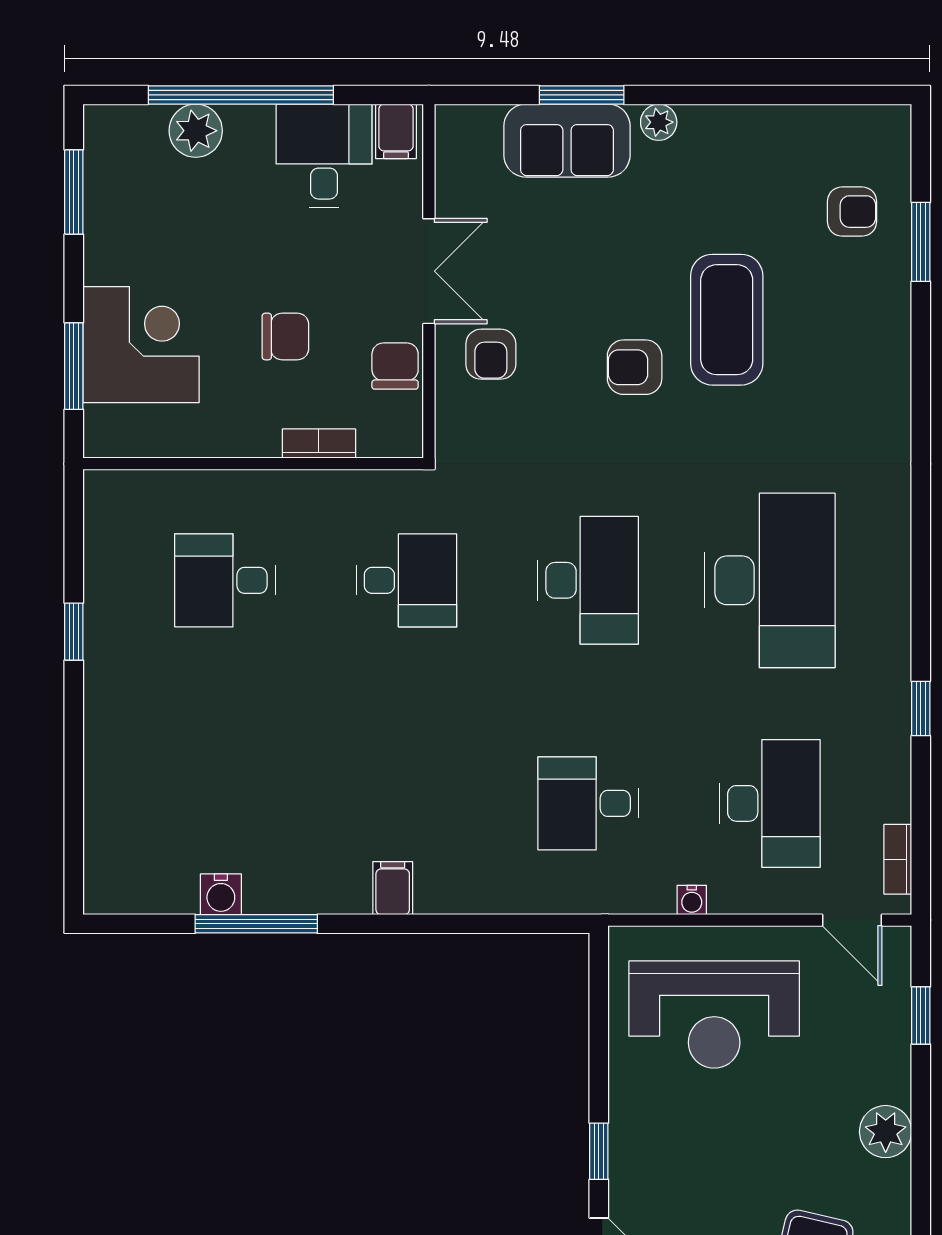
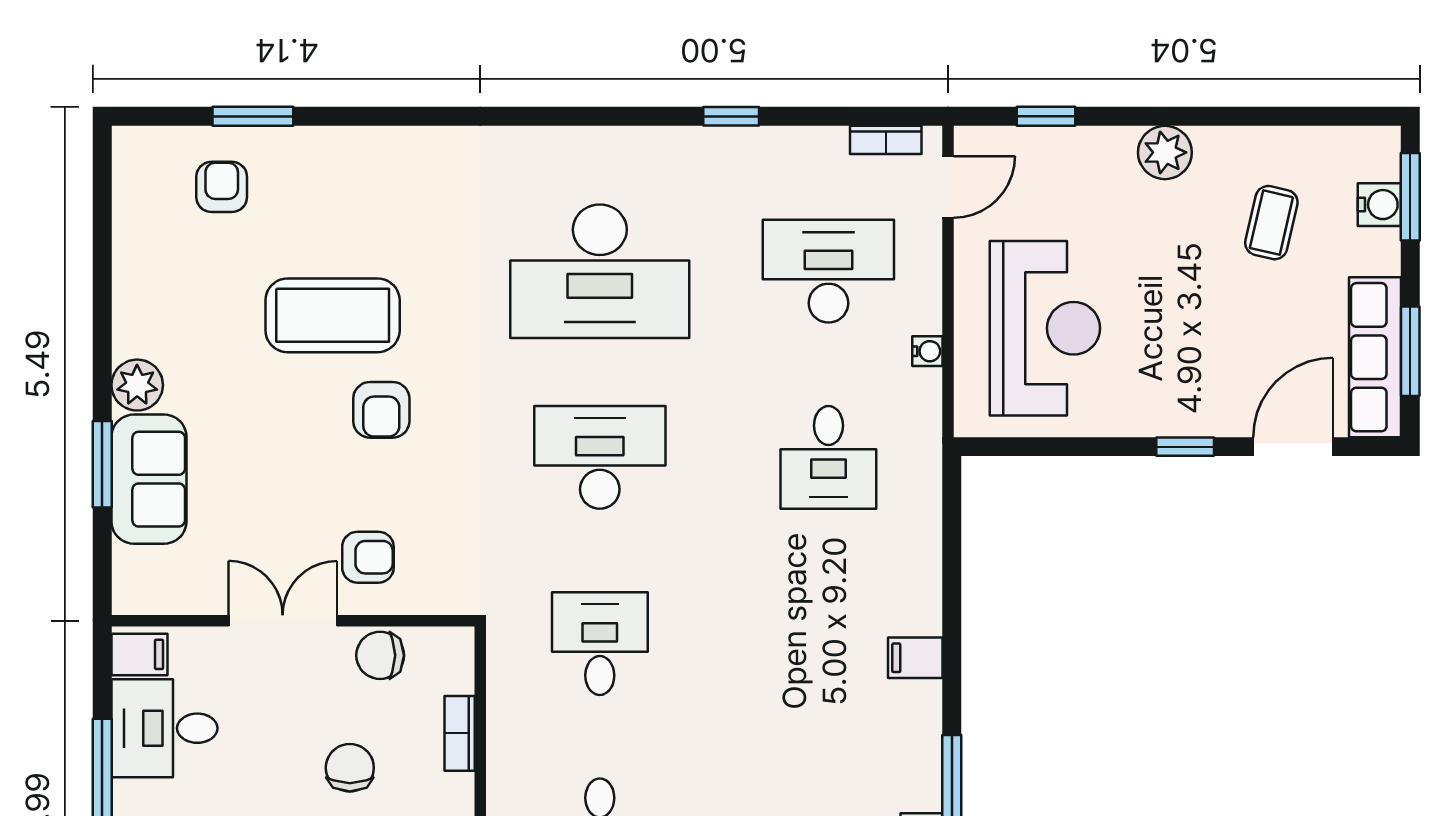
plant: (659, 122) -> (137, 385), width x1.38, depth x1.38
desk: (770, 580) -> (600, 271), turned 180

